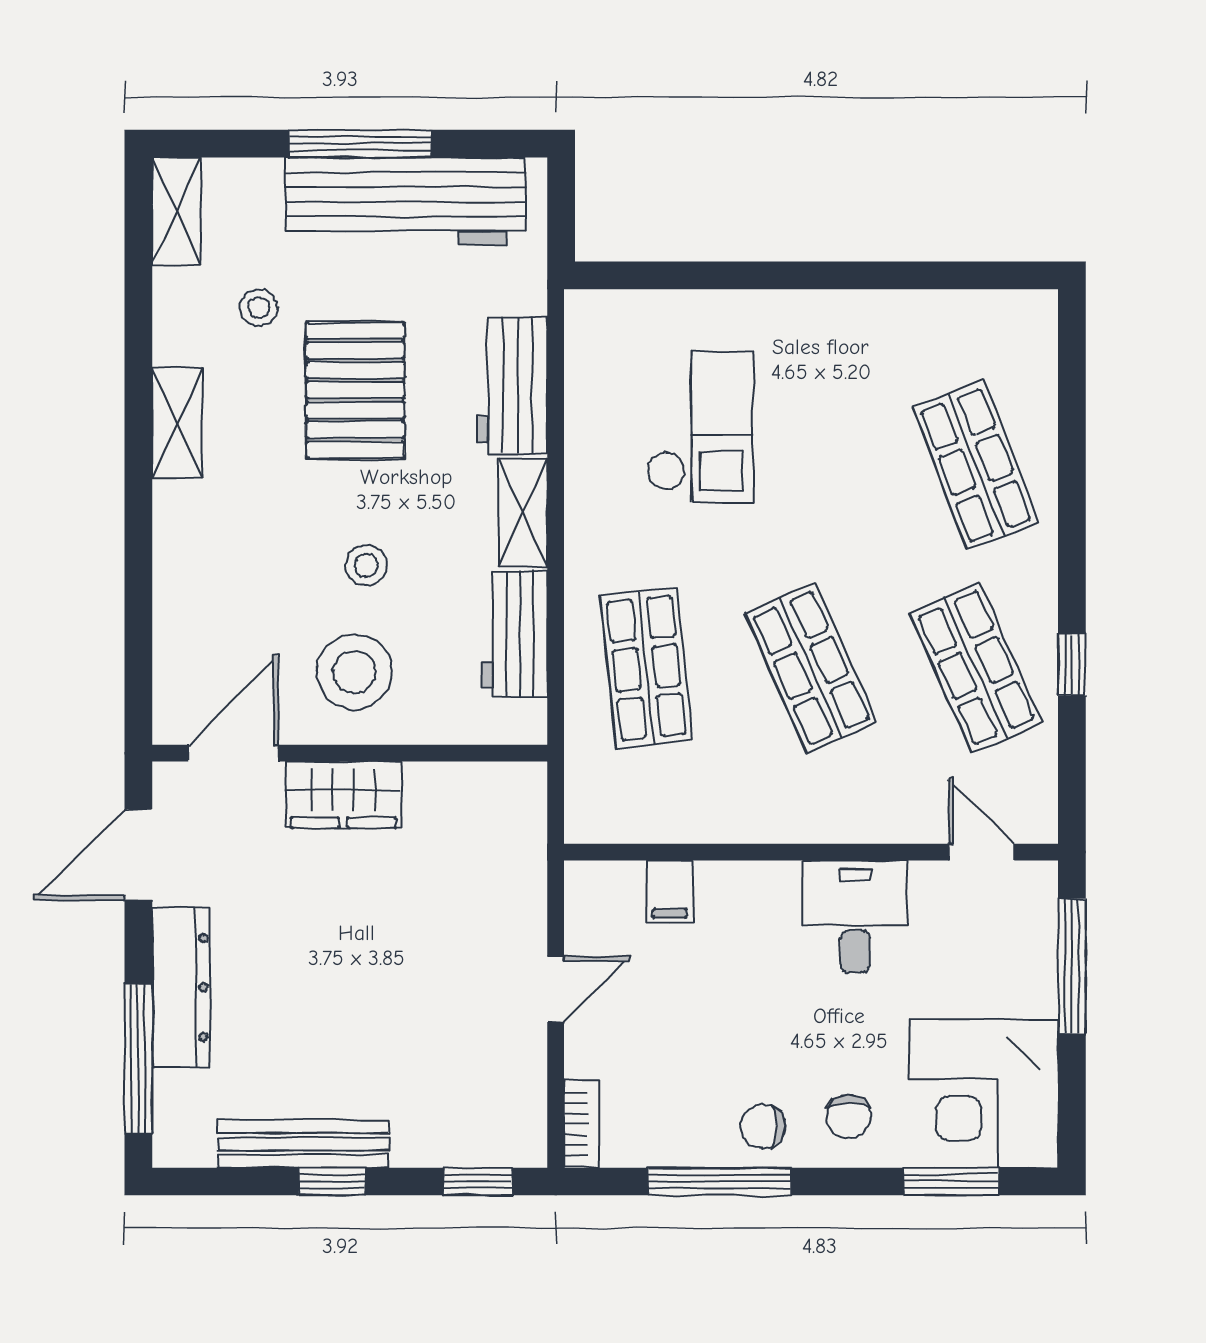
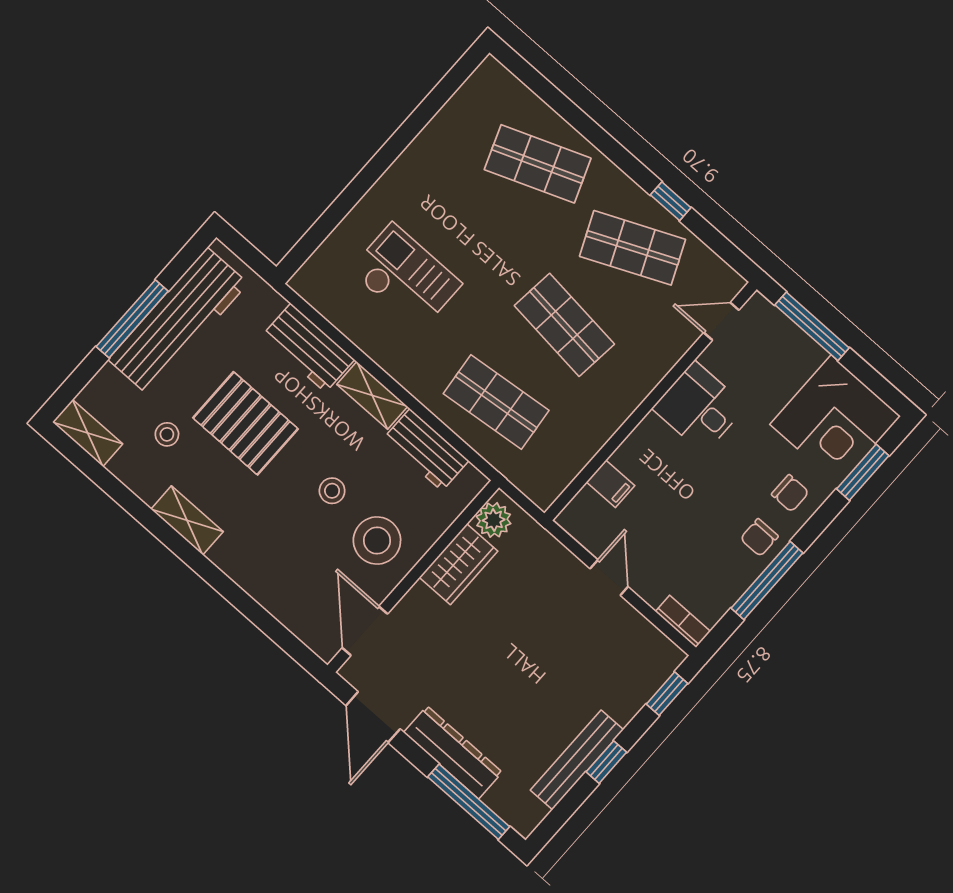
shop shelf: (811, 668) -> (564, 325), turned 30
plant: (502, 790) -> (494, 520), added
wardrobe: (343, 795) -> (459, 564), moved

